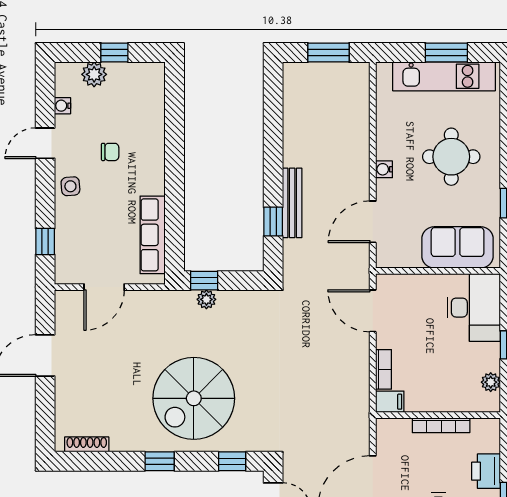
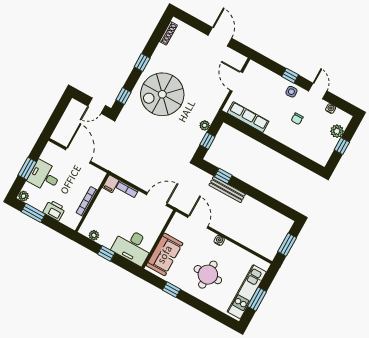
window: (45, 241) -> (290, 76), moved
window: (204, 281) -> (207, 141), moved
spiral stairs: (194, 398) -> (162, 94), turned -90

